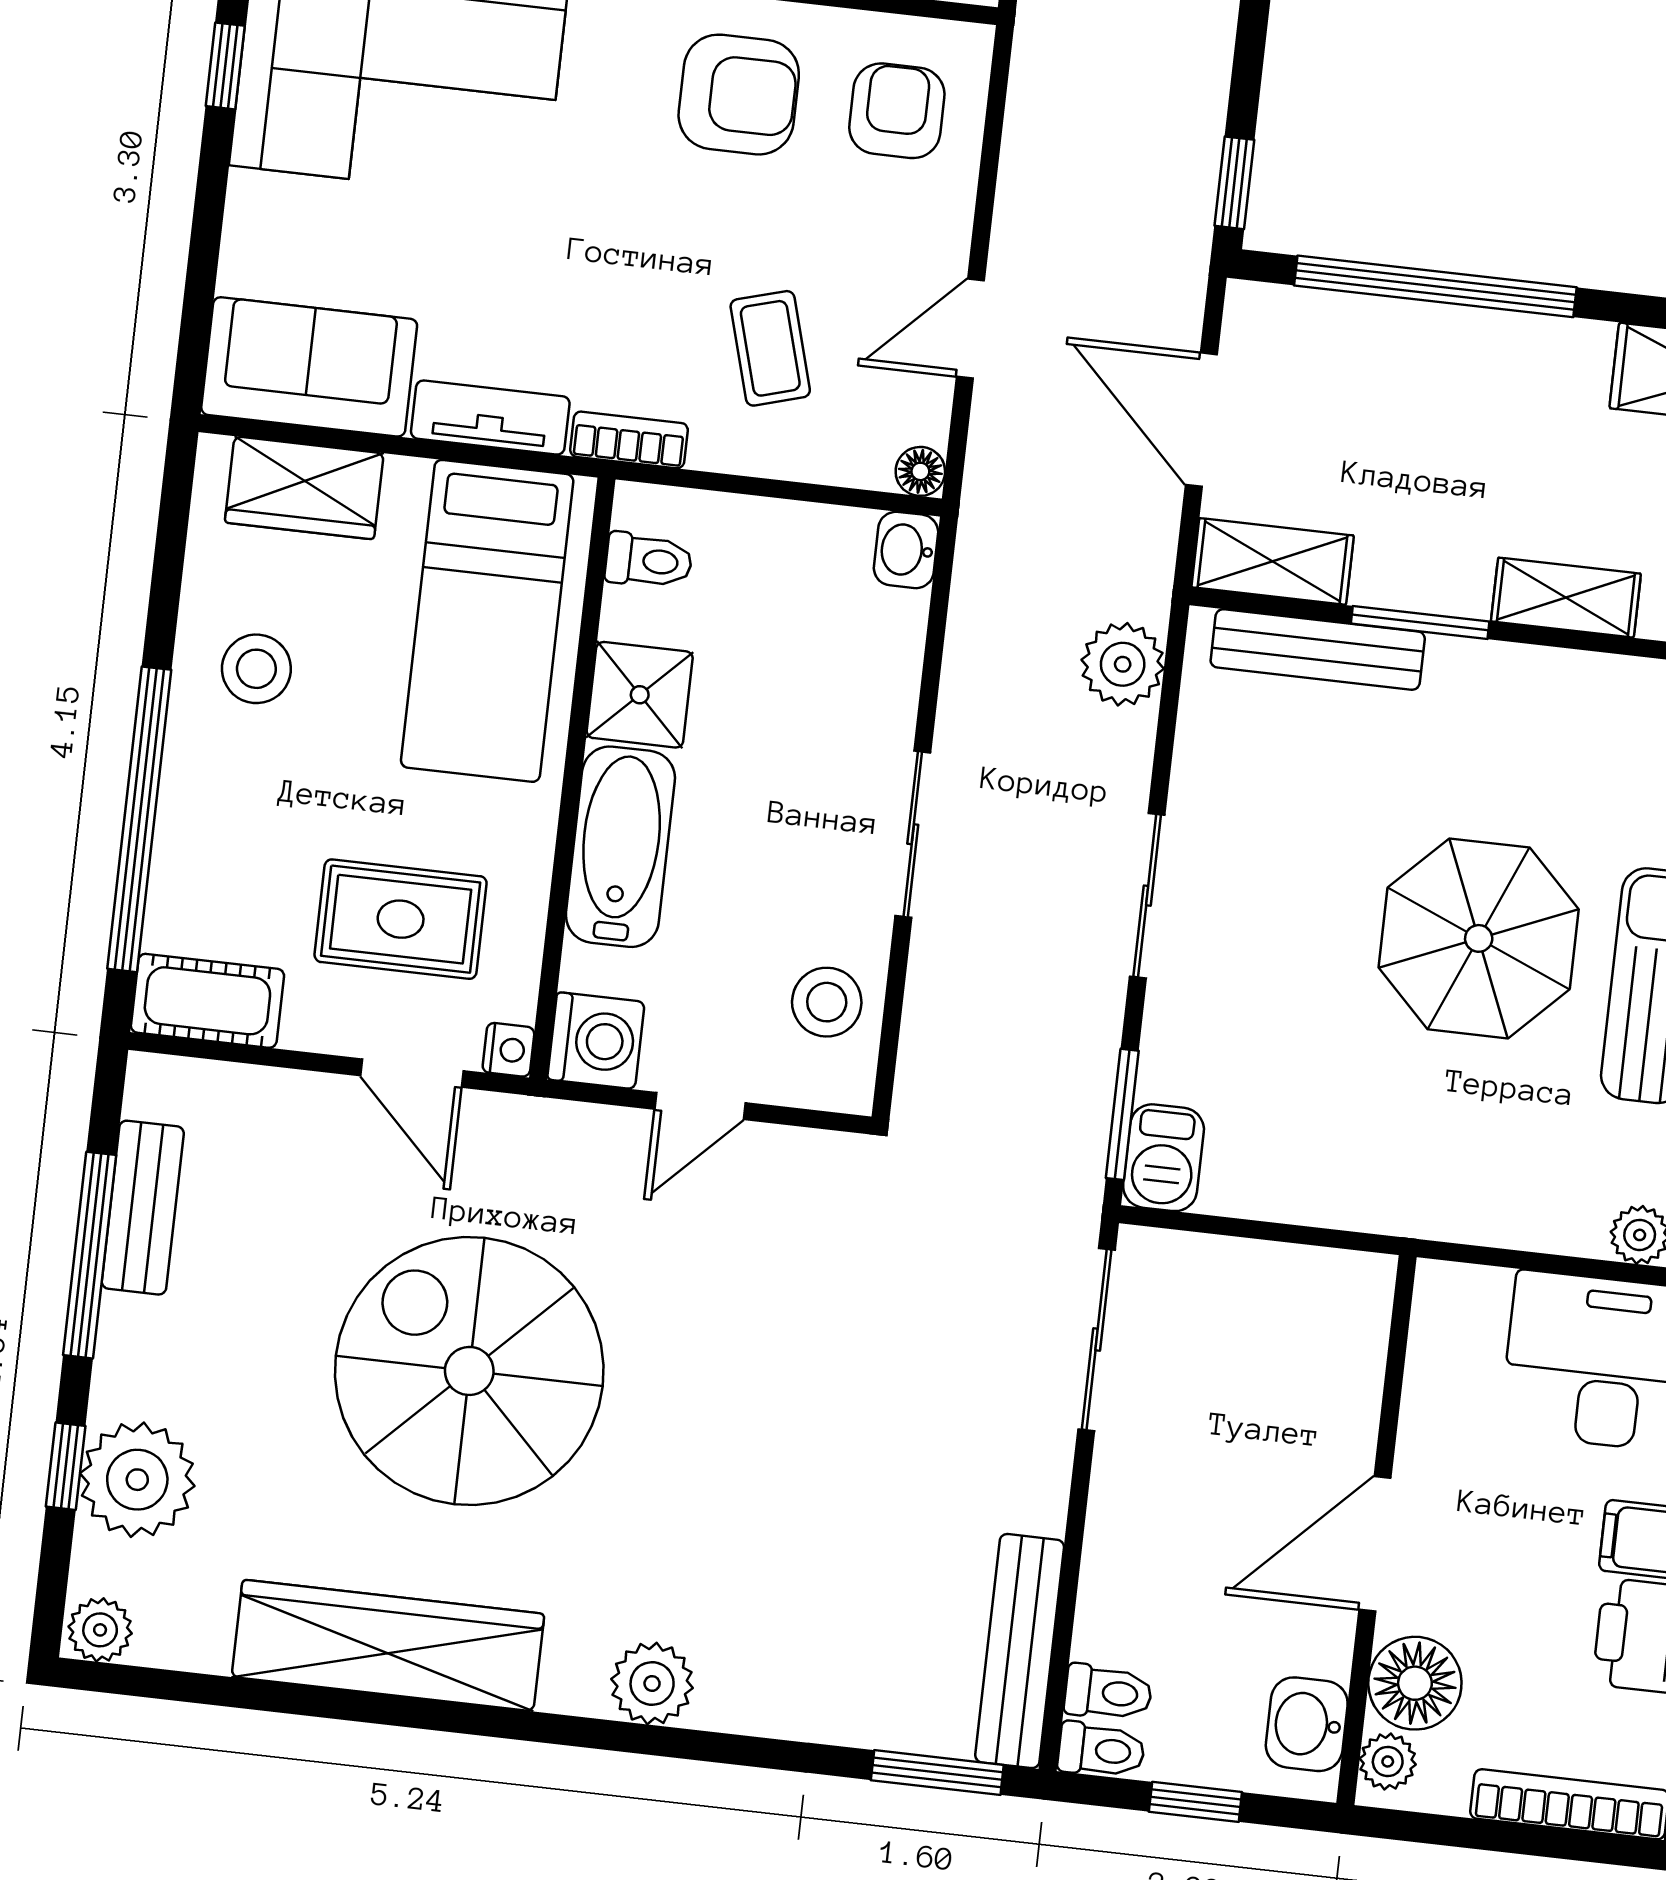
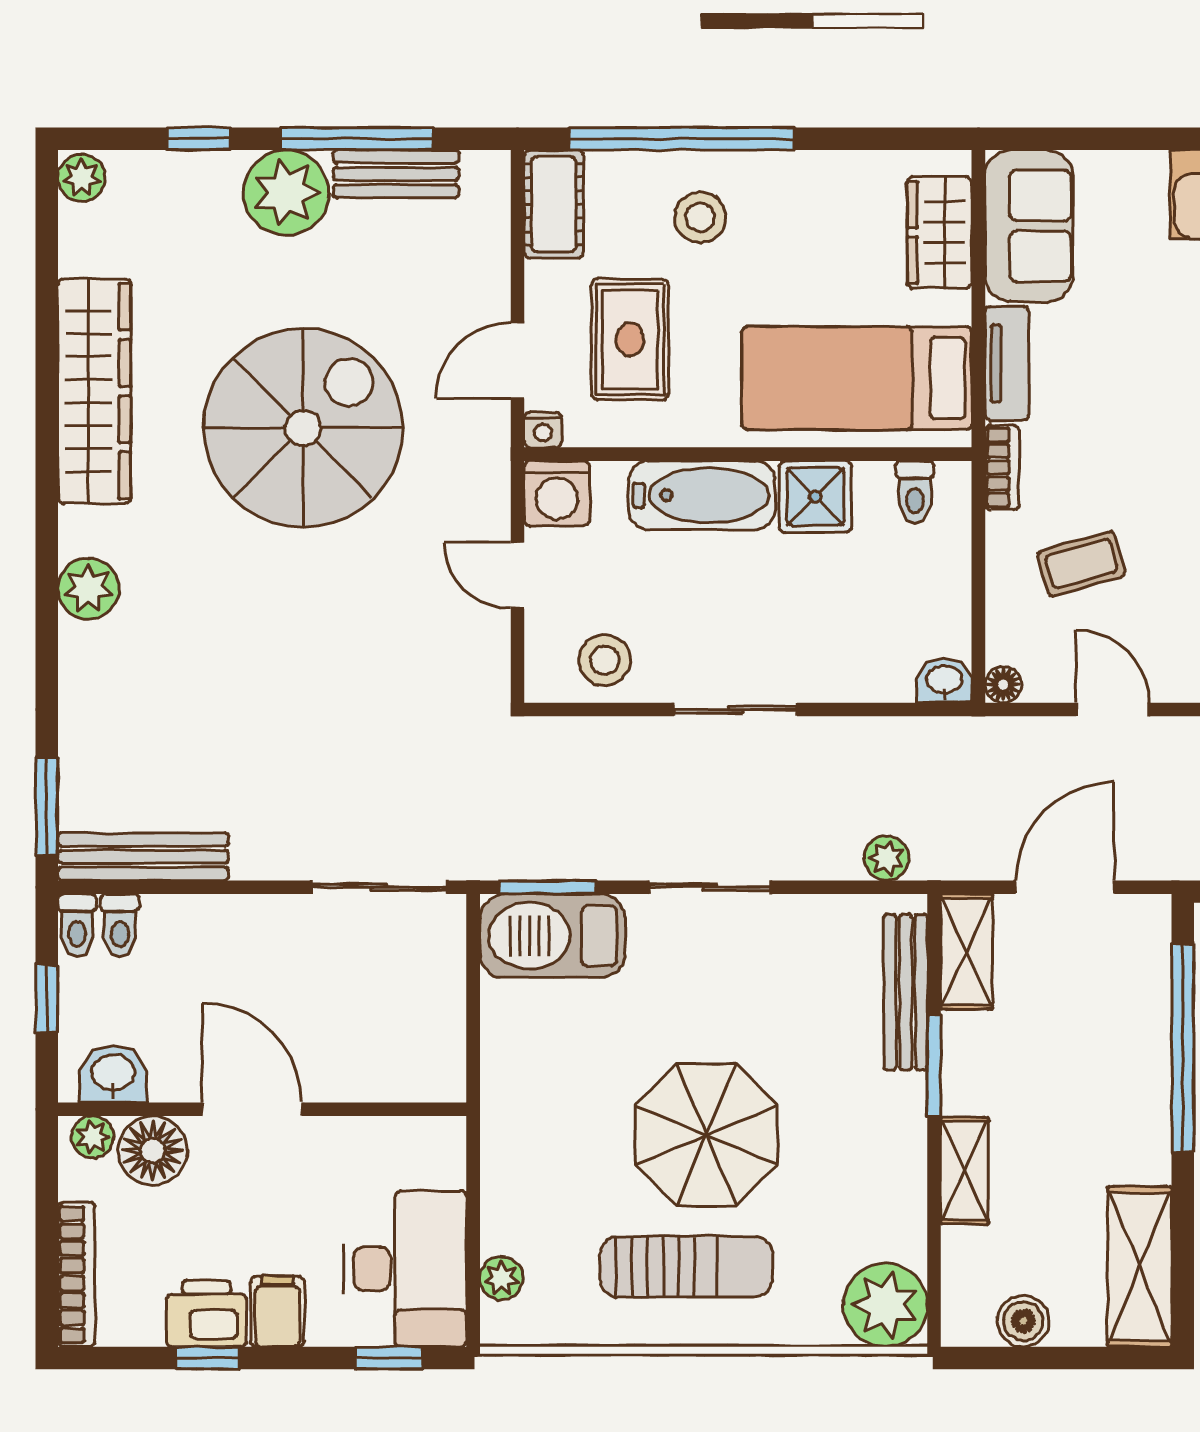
plant: (1123, 664) -> (887, 858), width x0.73, depth x0.73
stool: (256, 669) -> (700, 217), moved
barbecue: (1164, 1158) -> (552, 936), width x1.88, depth x1.53
plant: (137, 1480) -> (286, 193), moved

